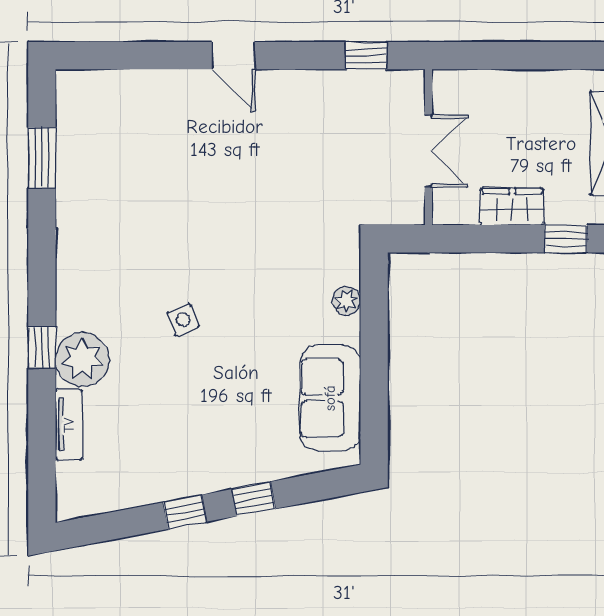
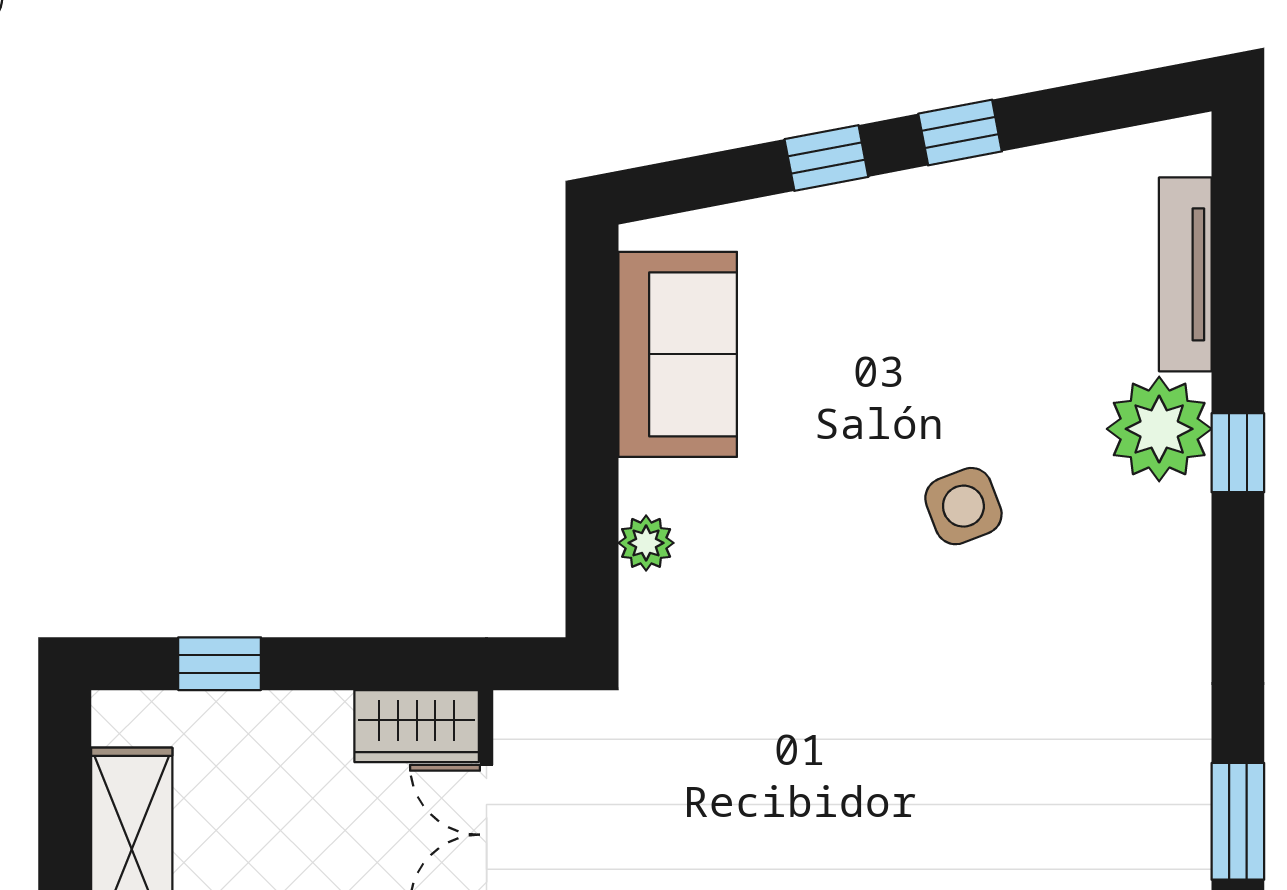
wardrobe: (512, 207) -> (417, 726), moved
side table: (183, 320) -> (963, 506), width x1.37, depth x1.37
tv unit: (69, 425) -> (1185, 274), width x1.41

